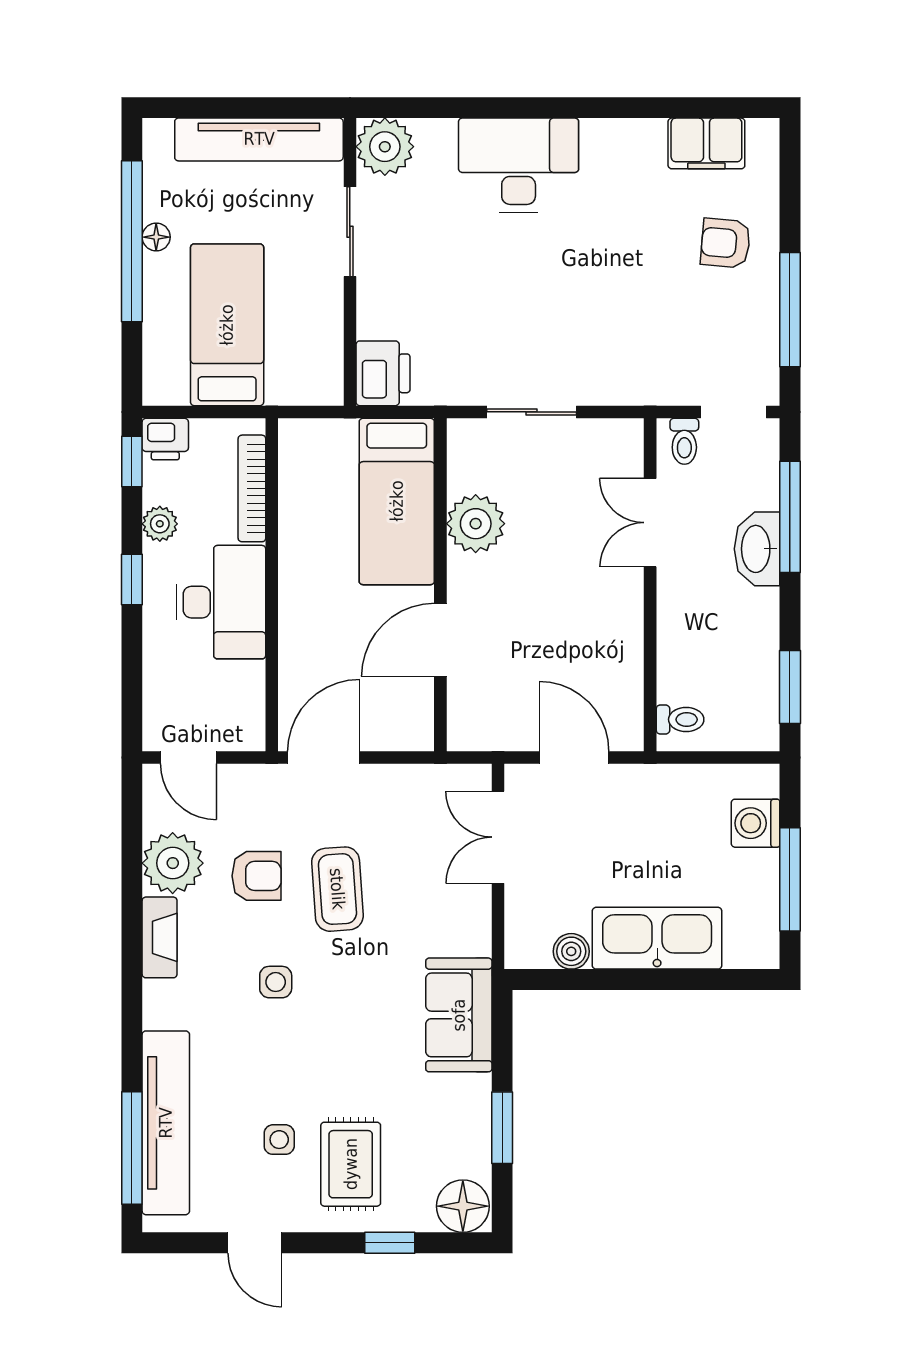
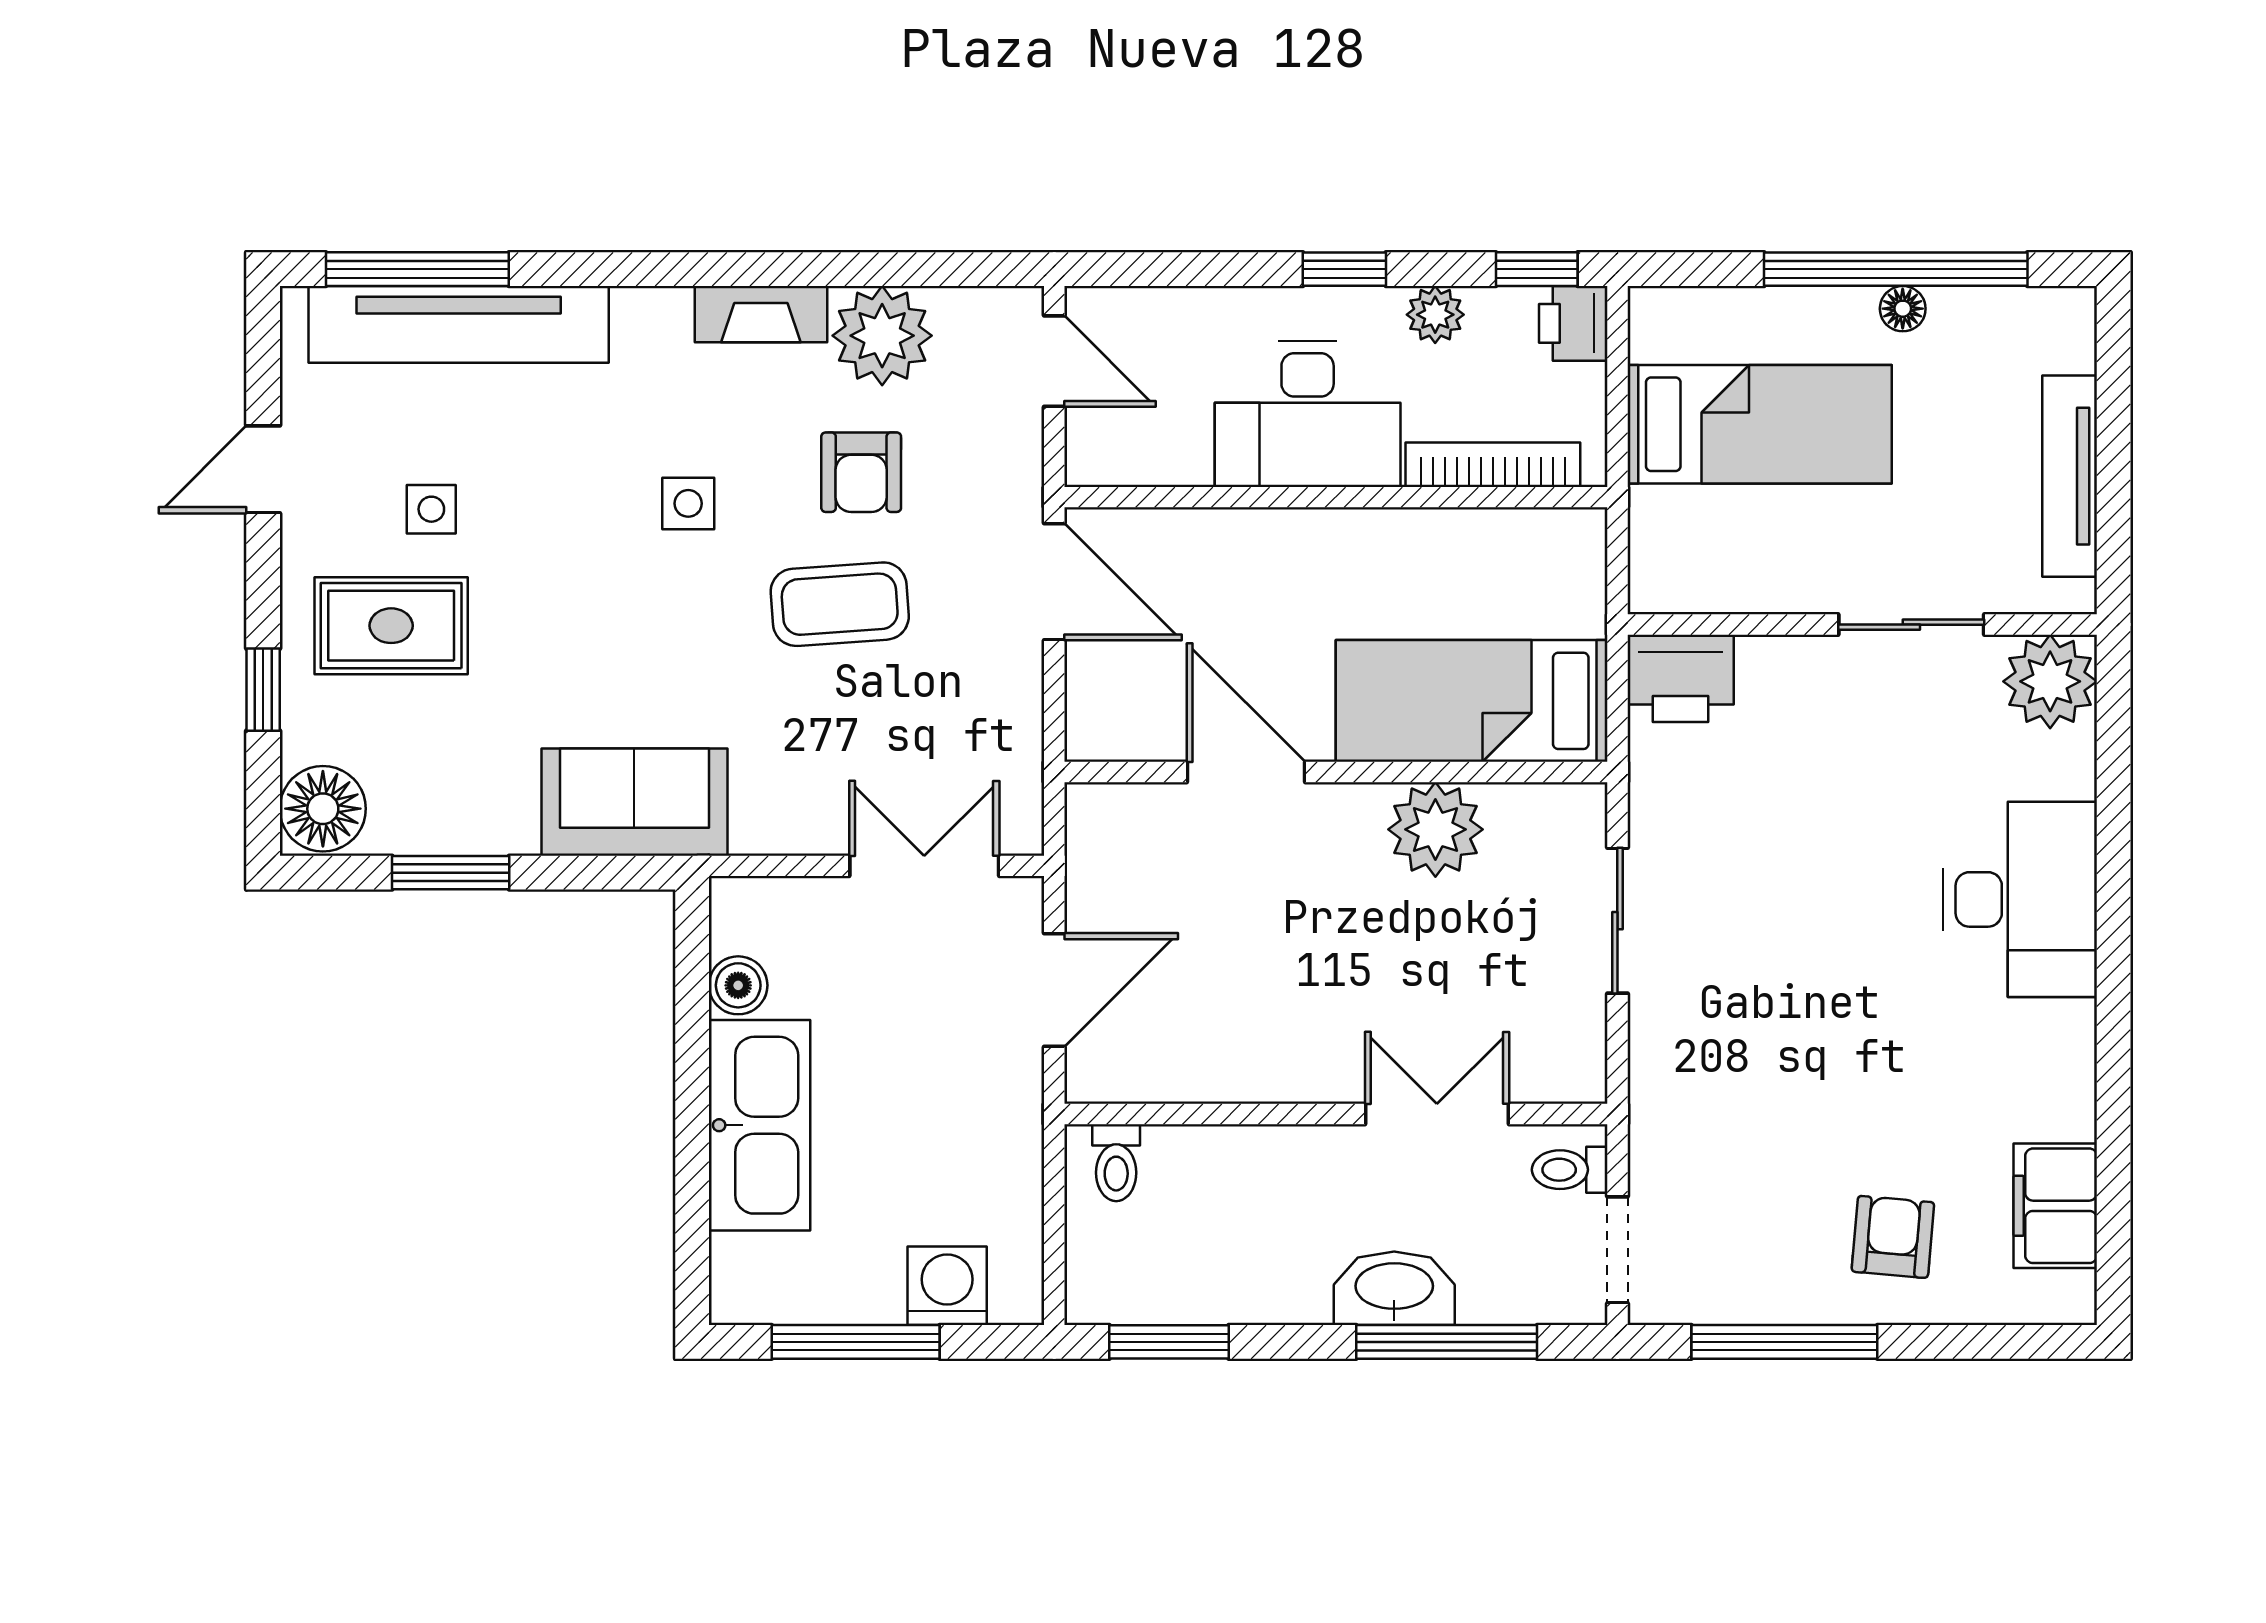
tv unit: (259, 139) -> (2070, 476), width x0.73, depth x0.78
door: (188, 757) -> (1054, 361), swing flipped

